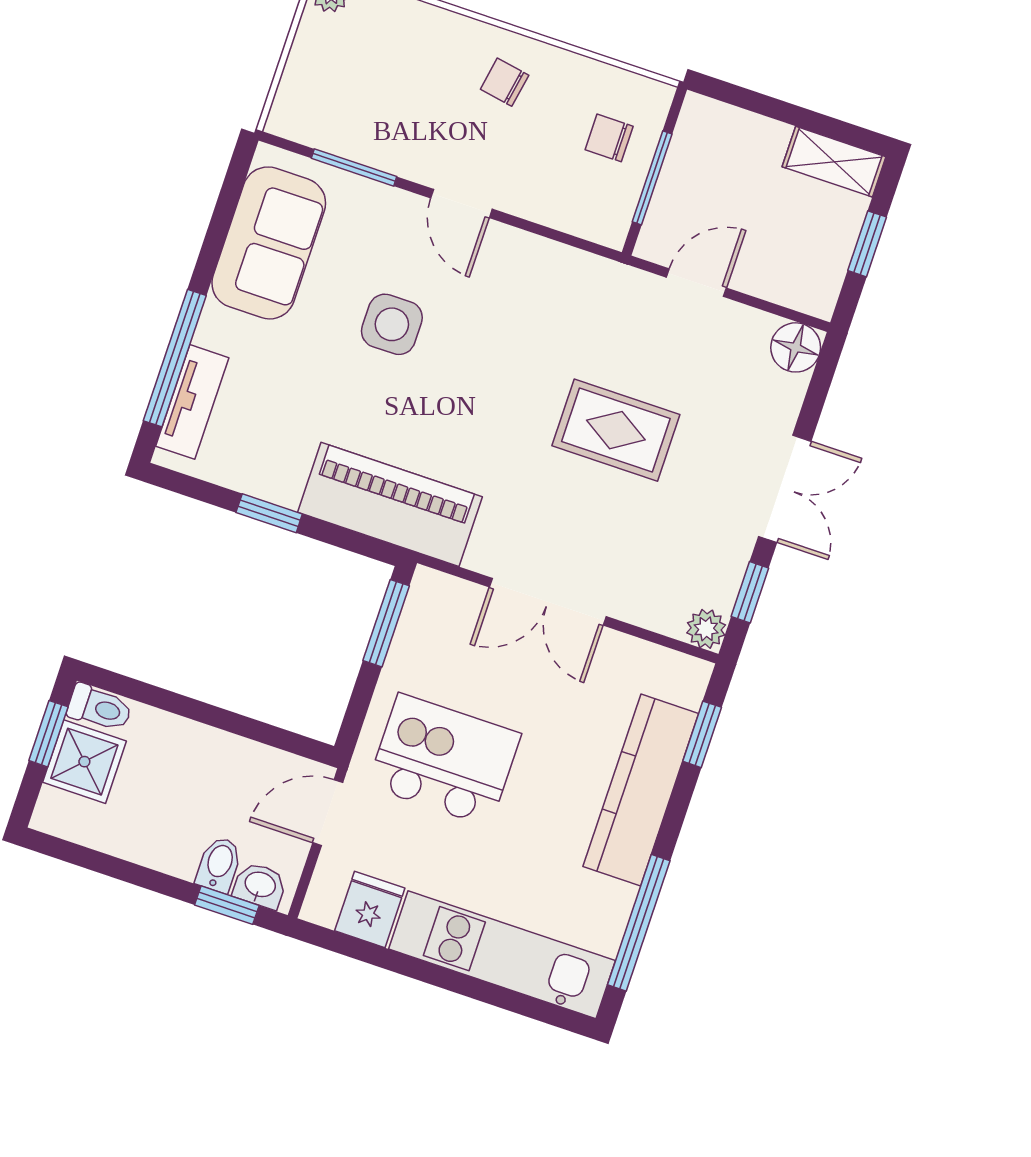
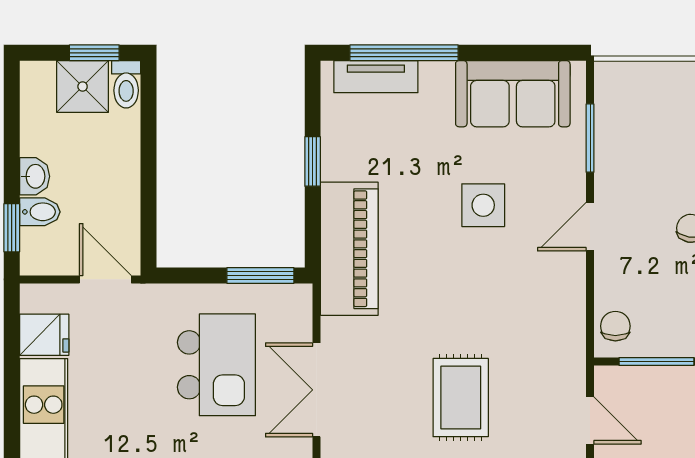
chair: (609, 138) -> (615, 326), moved
kitchen island: (444, 760) -> (216, 365), moved
washbasin: (260, 885) -> (35, 176), moved

